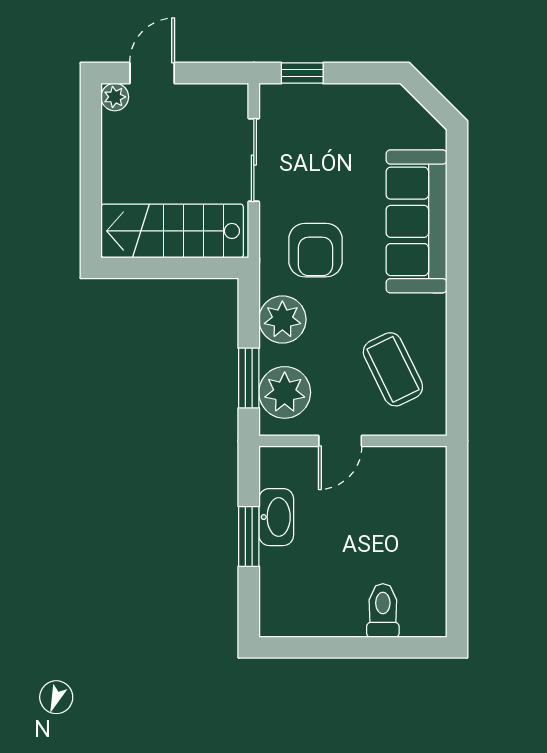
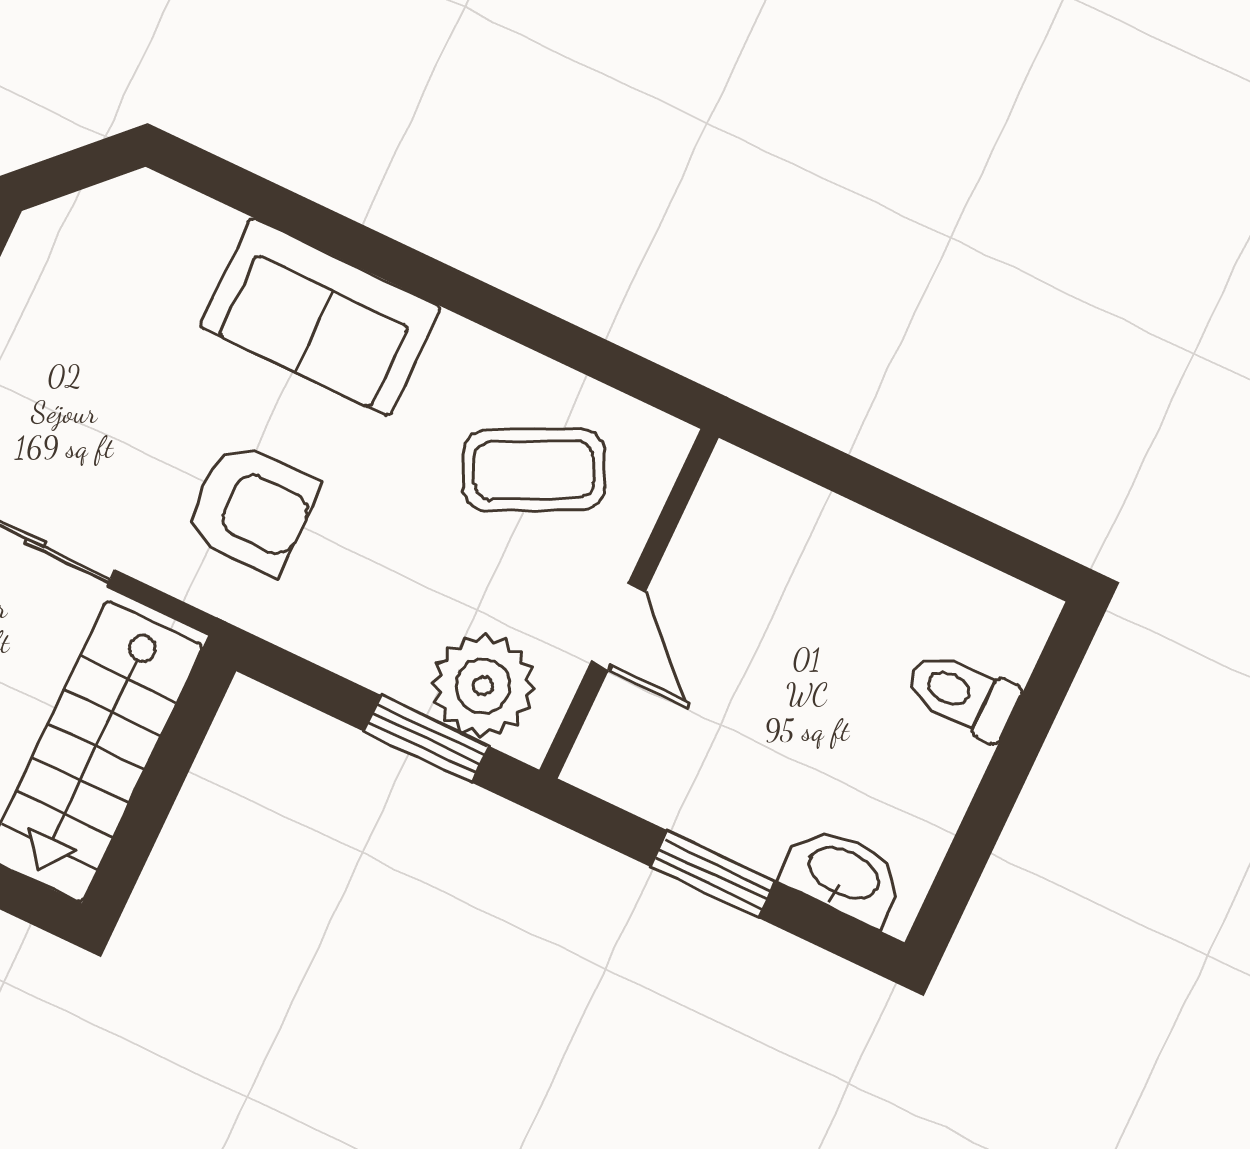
sofa: (416, 221) -> (320, 317), width x0.73
plant: (282, 320) -> (349, 627), removed
washbasin: (276, 517) -> (843, 875), moved

